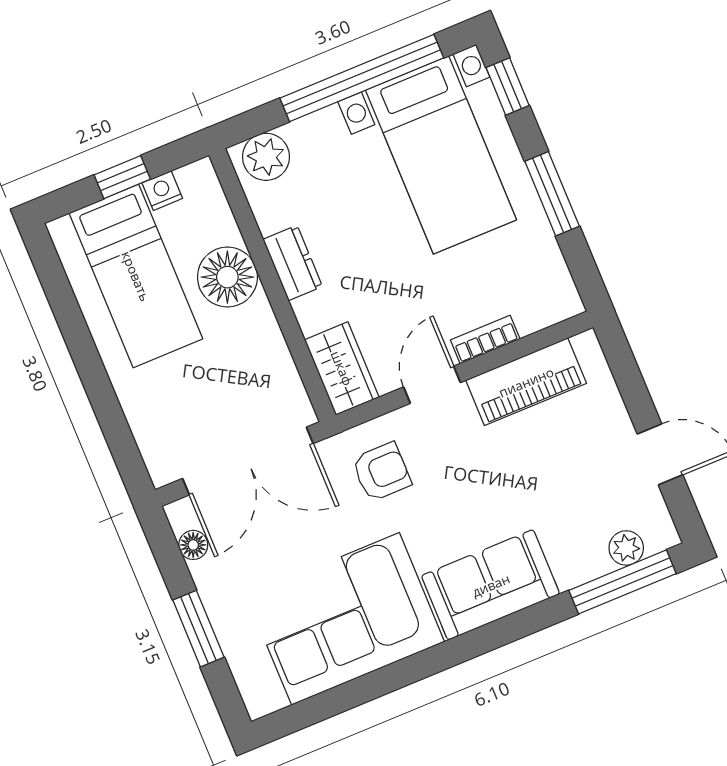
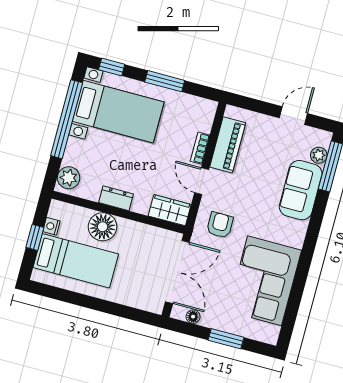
sofa: (491, 585) -> (301, 190), moved

